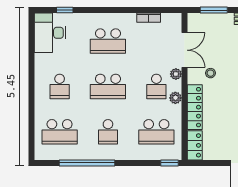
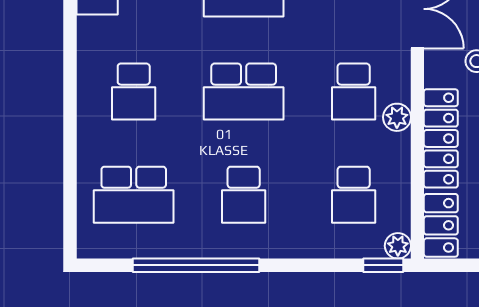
plant: (176, 74) -> (398, 246), moved
school desk: (156, 132) -> (354, 195), width x0.54

